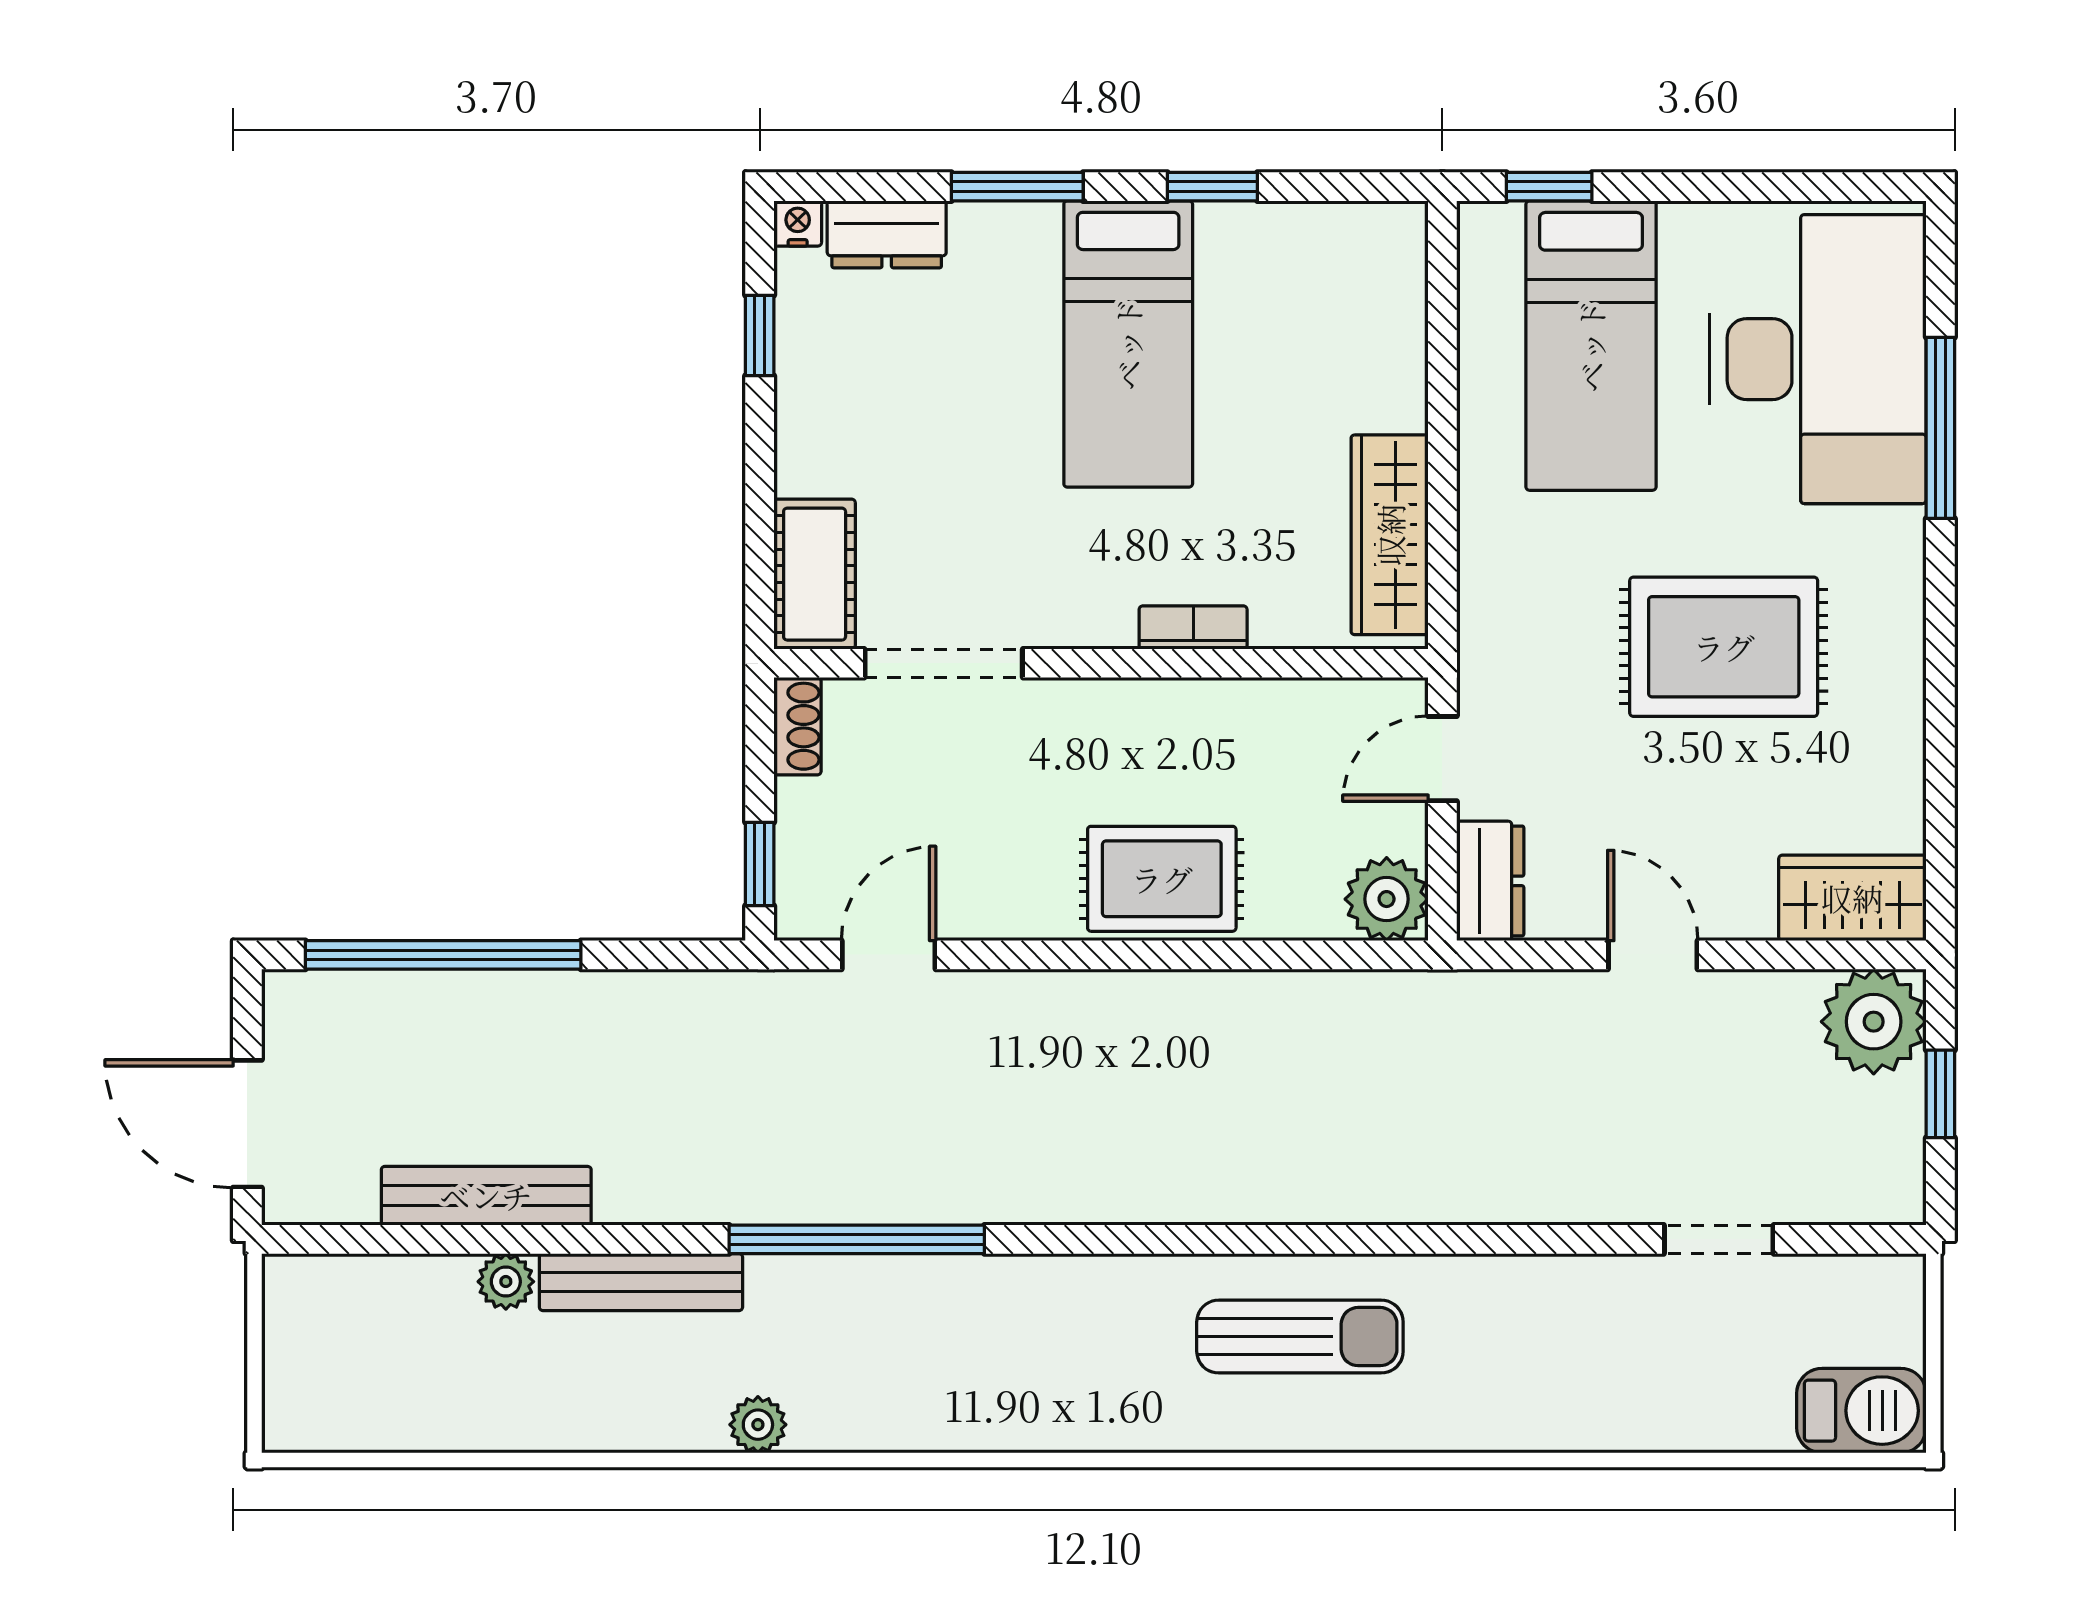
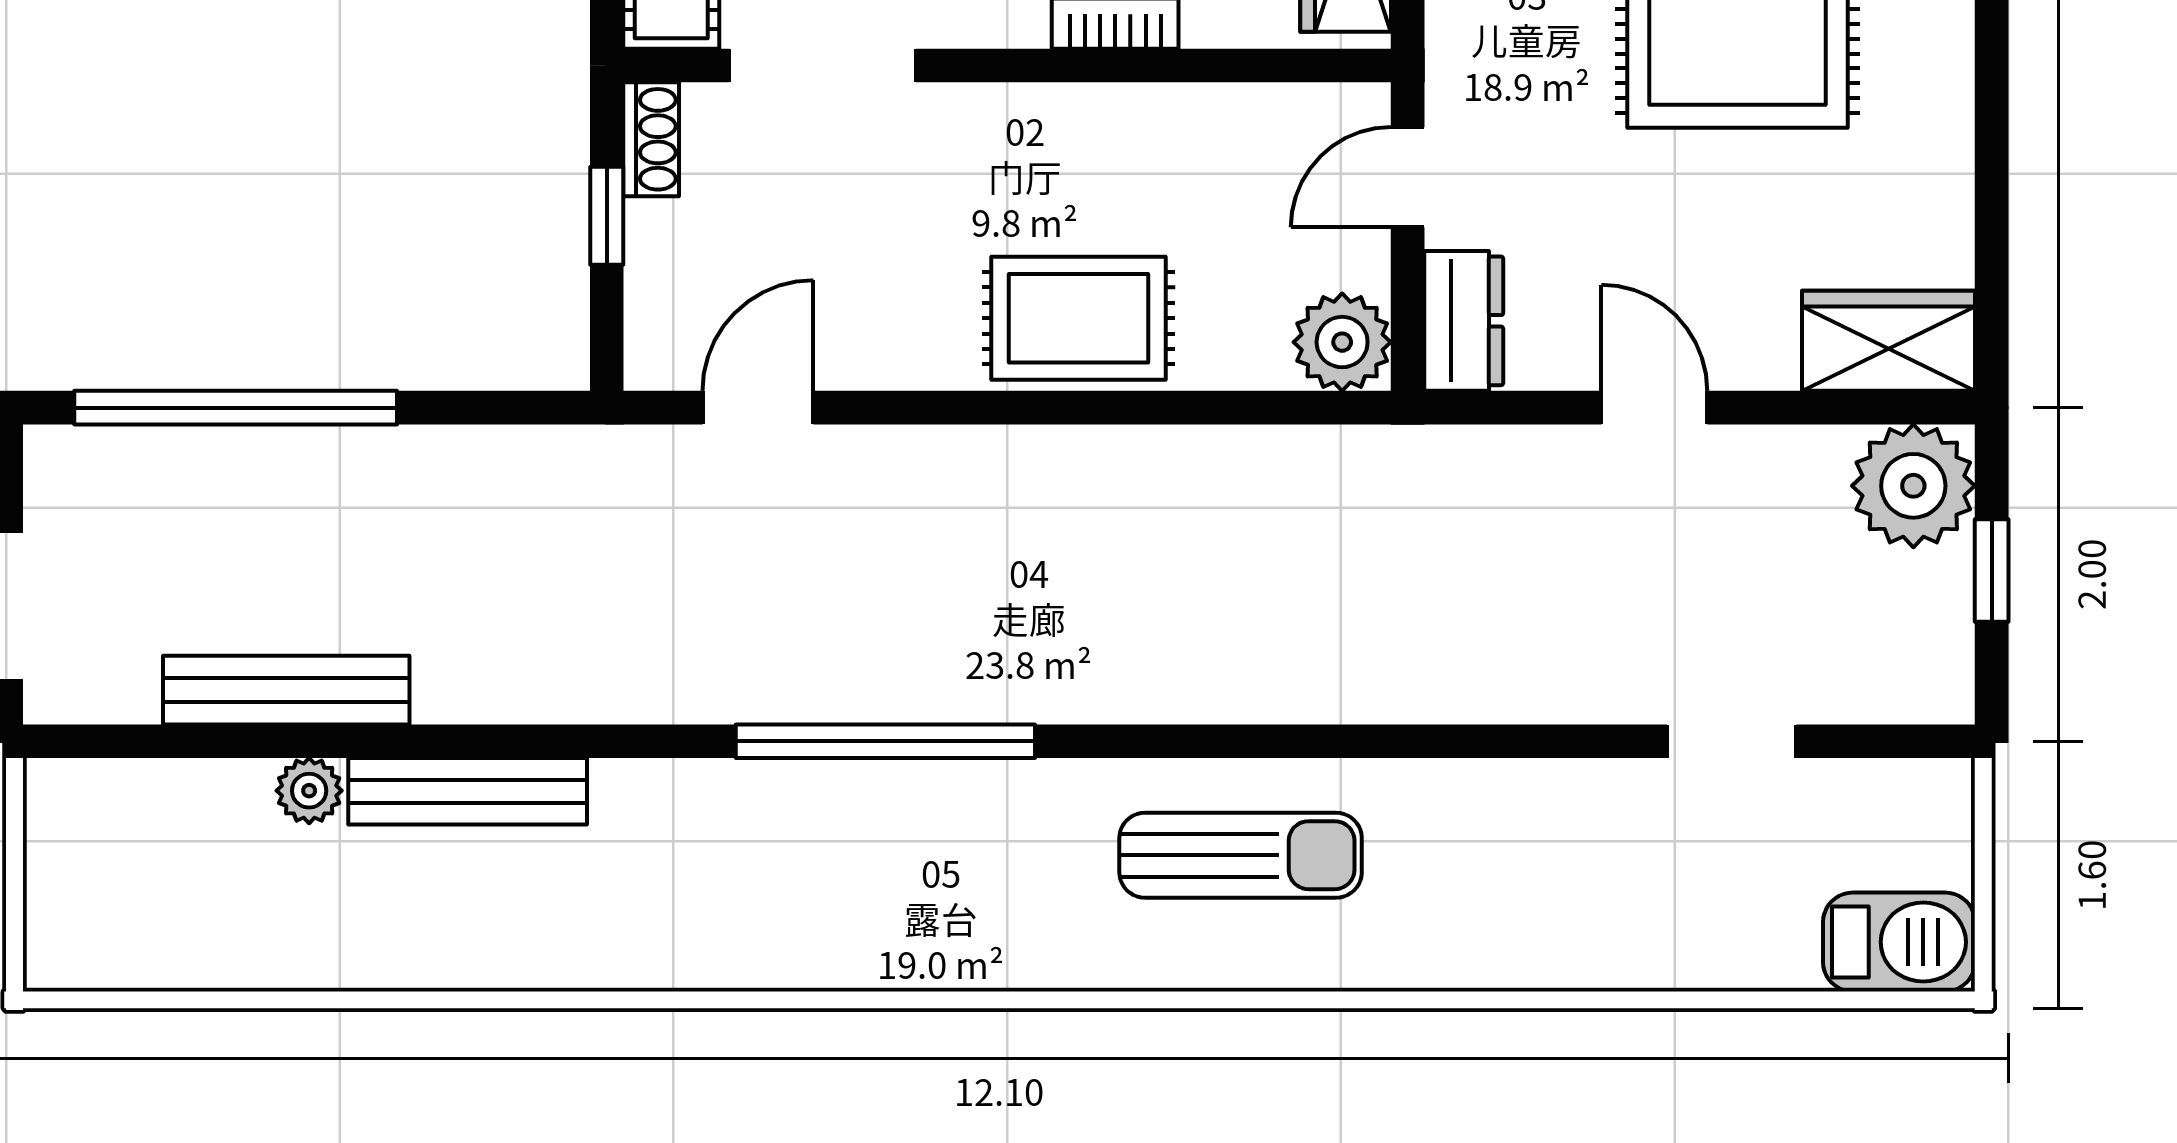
window: (760, 864) -> (607, 216), moved
window: (857, 1239) -> (885, 741), moved
plant: (758, 1425) -> (605, 958), removed

